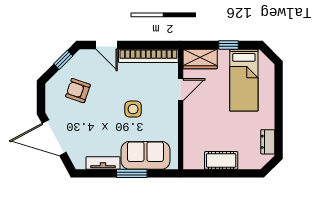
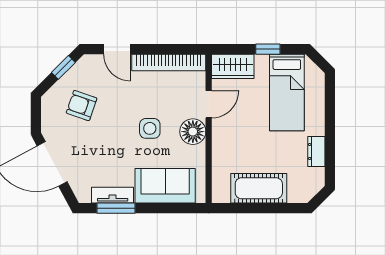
floor lamp: (168, 112) -> (193, 132), added
dresser: (268, 142) -> (316, 151), moved
cot: (221, 160) -> (259, 188), width x1.37, depth x1.34
window: (132, 173) -> (116, 208), moved

